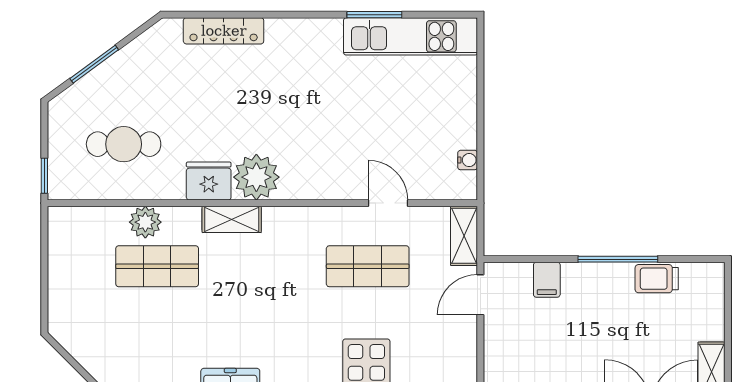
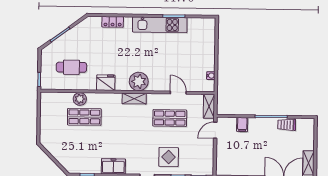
locker: (224, 31) -> (113, 22), width x0.66
kitchen unit: (411, 36) -> (160, 25), moved
plant: (256, 177) -> (139, 81), moved
shelving: (232, 219) -> (134, 99), moved

